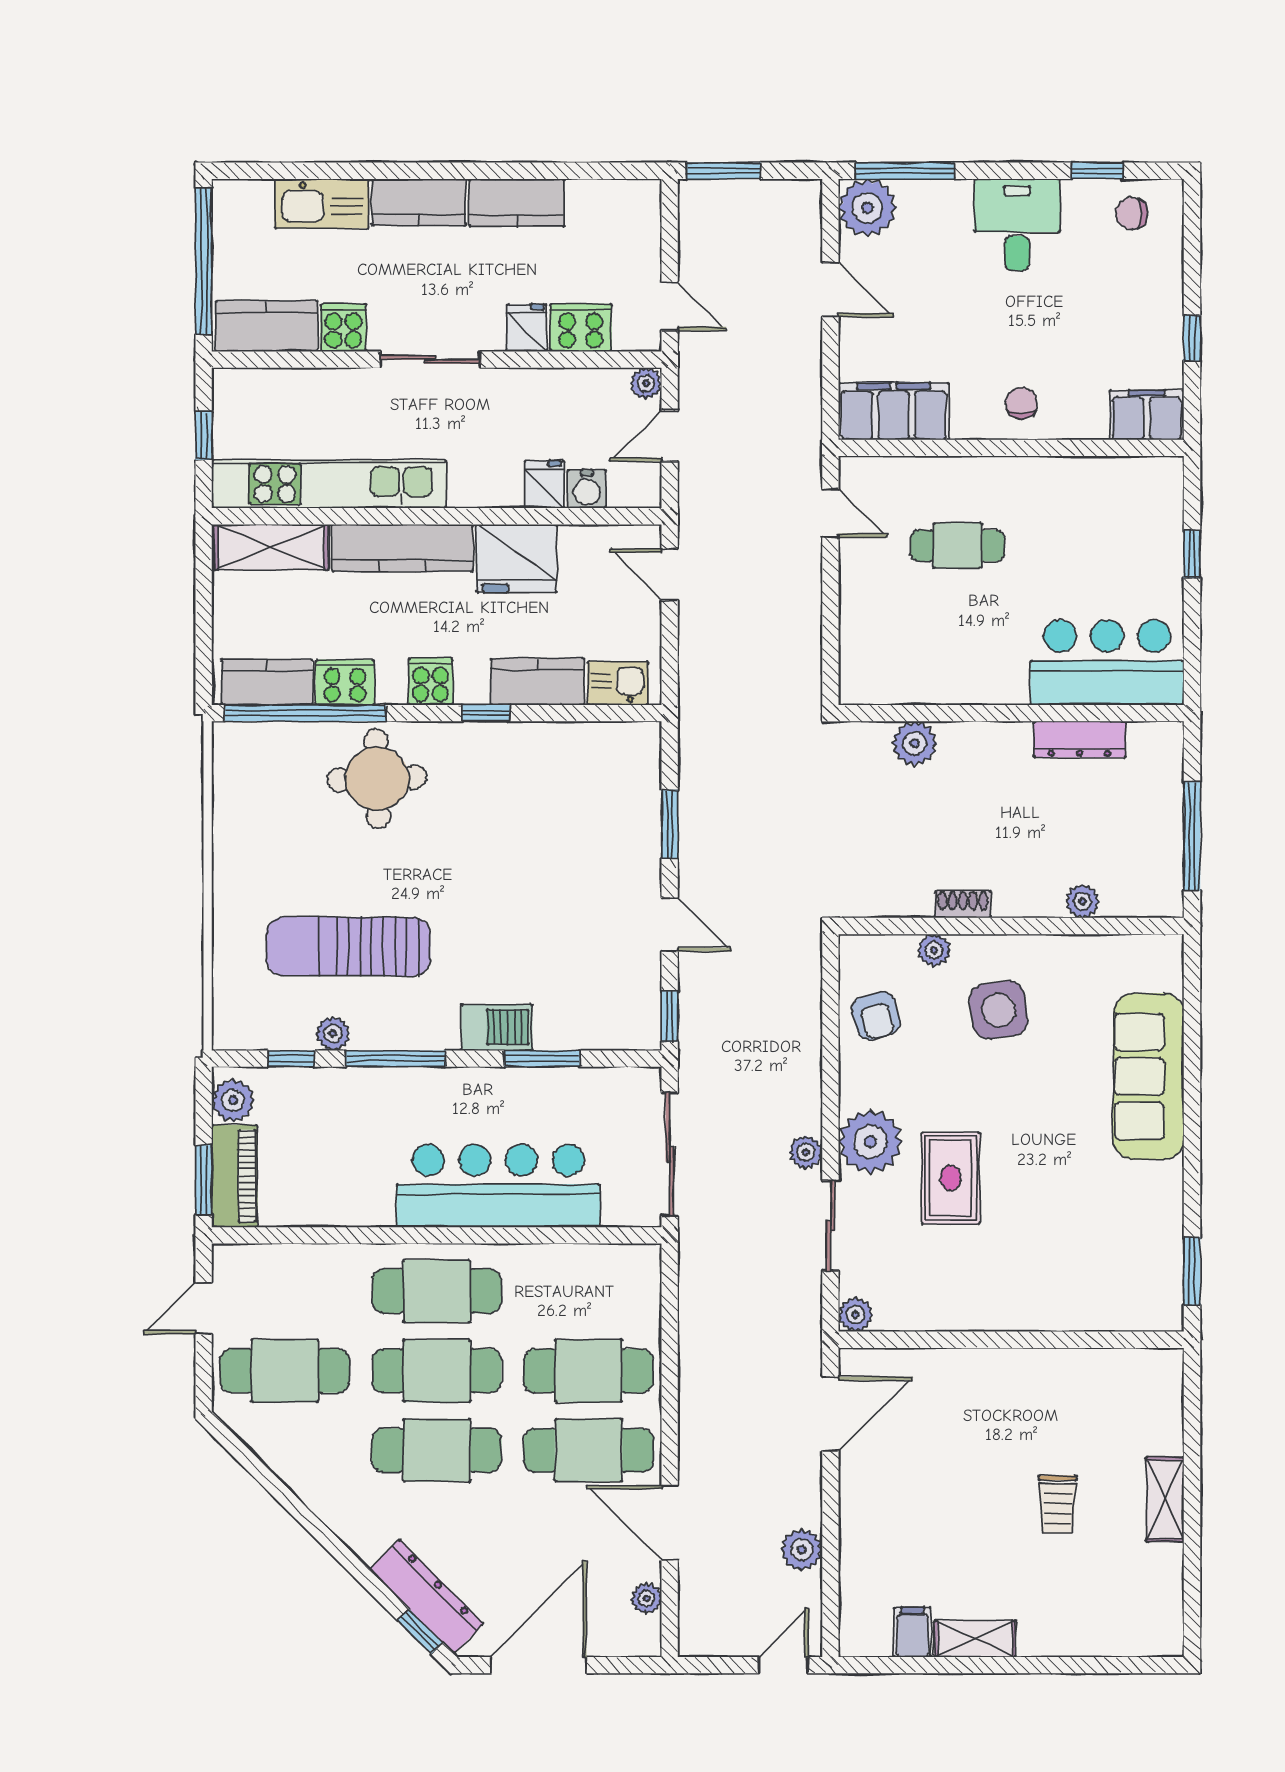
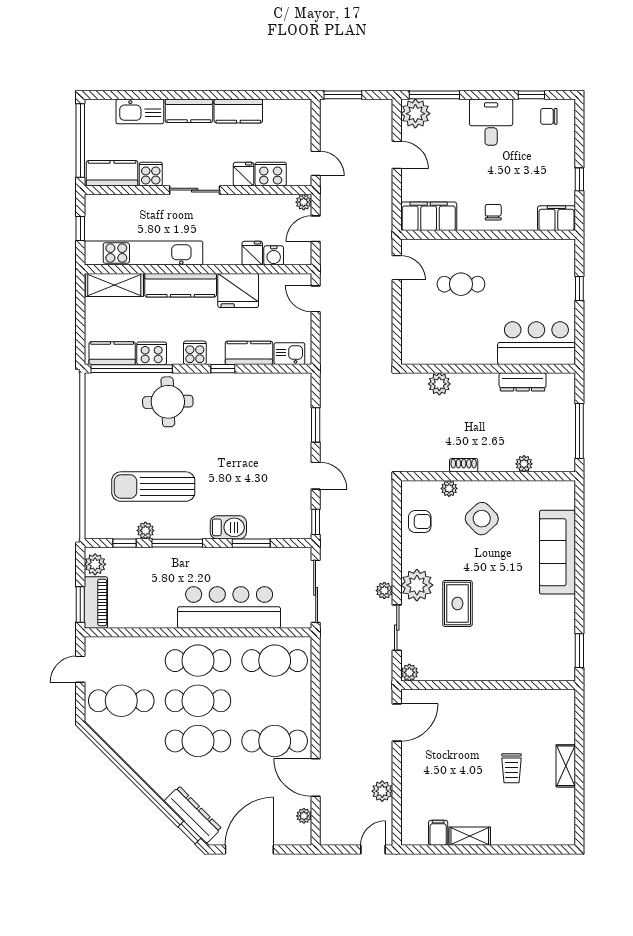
side table: (999, 1010) -> (482, 519), turned -36
armchair: (876, 1016) -> (420, 522), turned -74
cafe table: (589, 1371) -> (275, 661), moved

